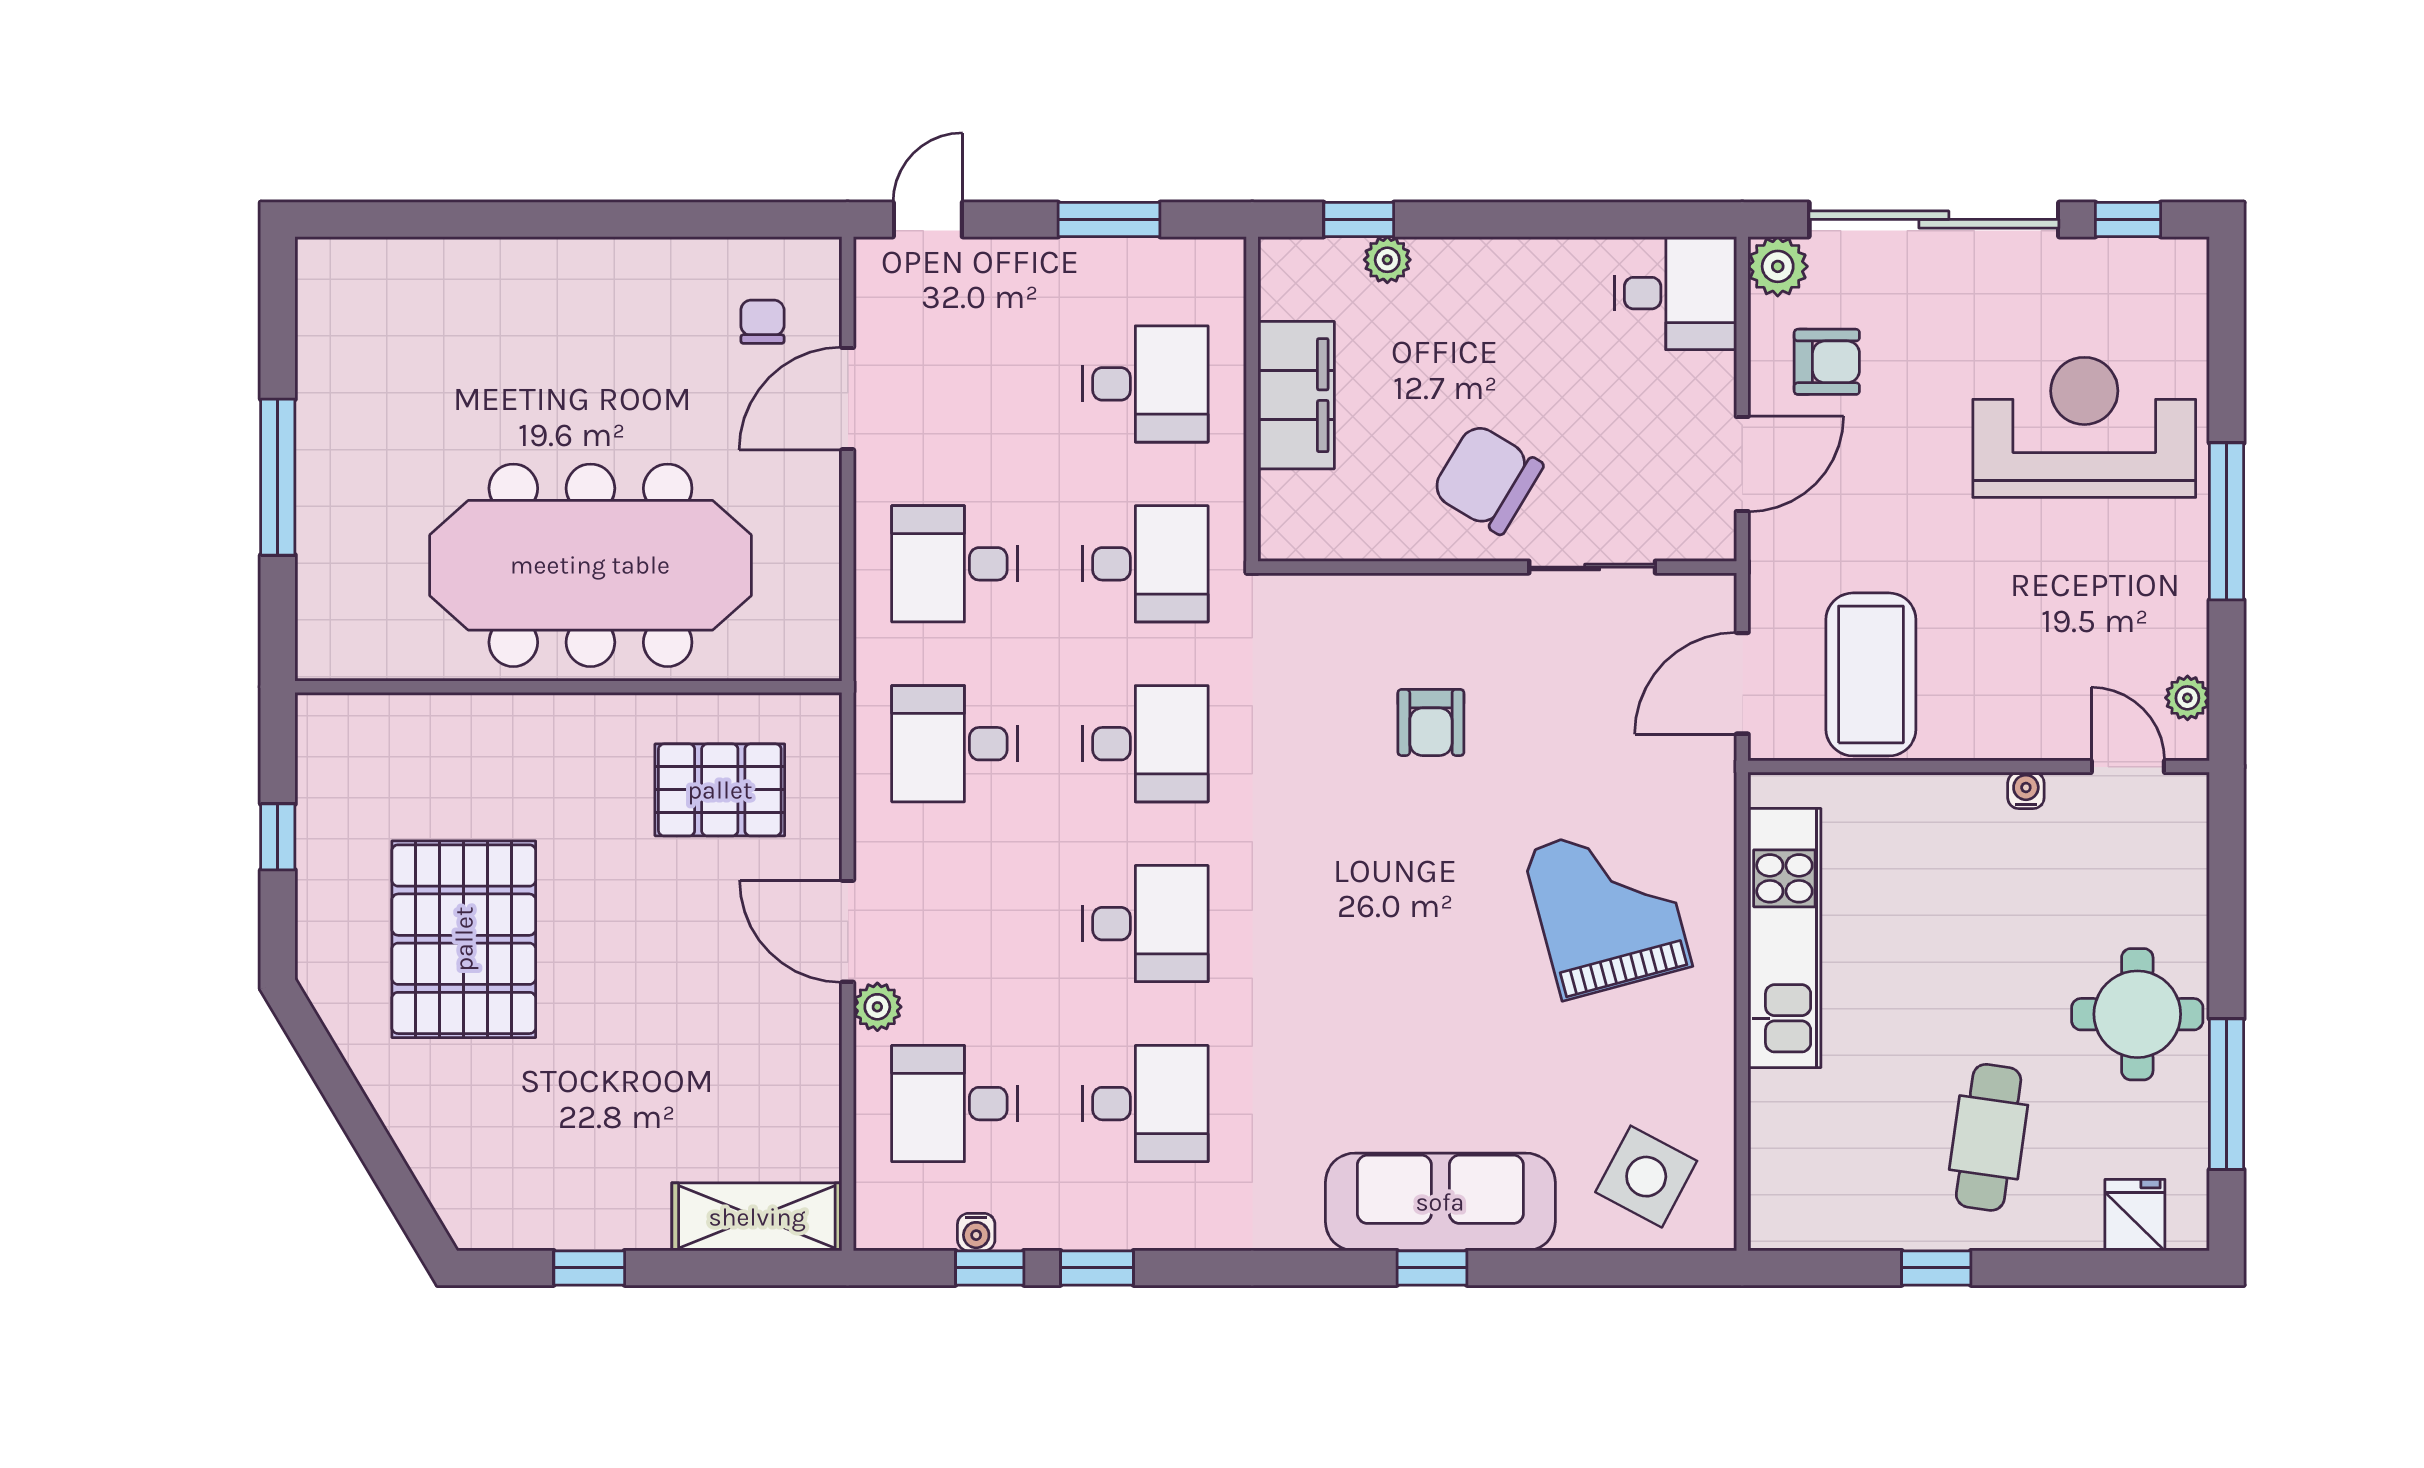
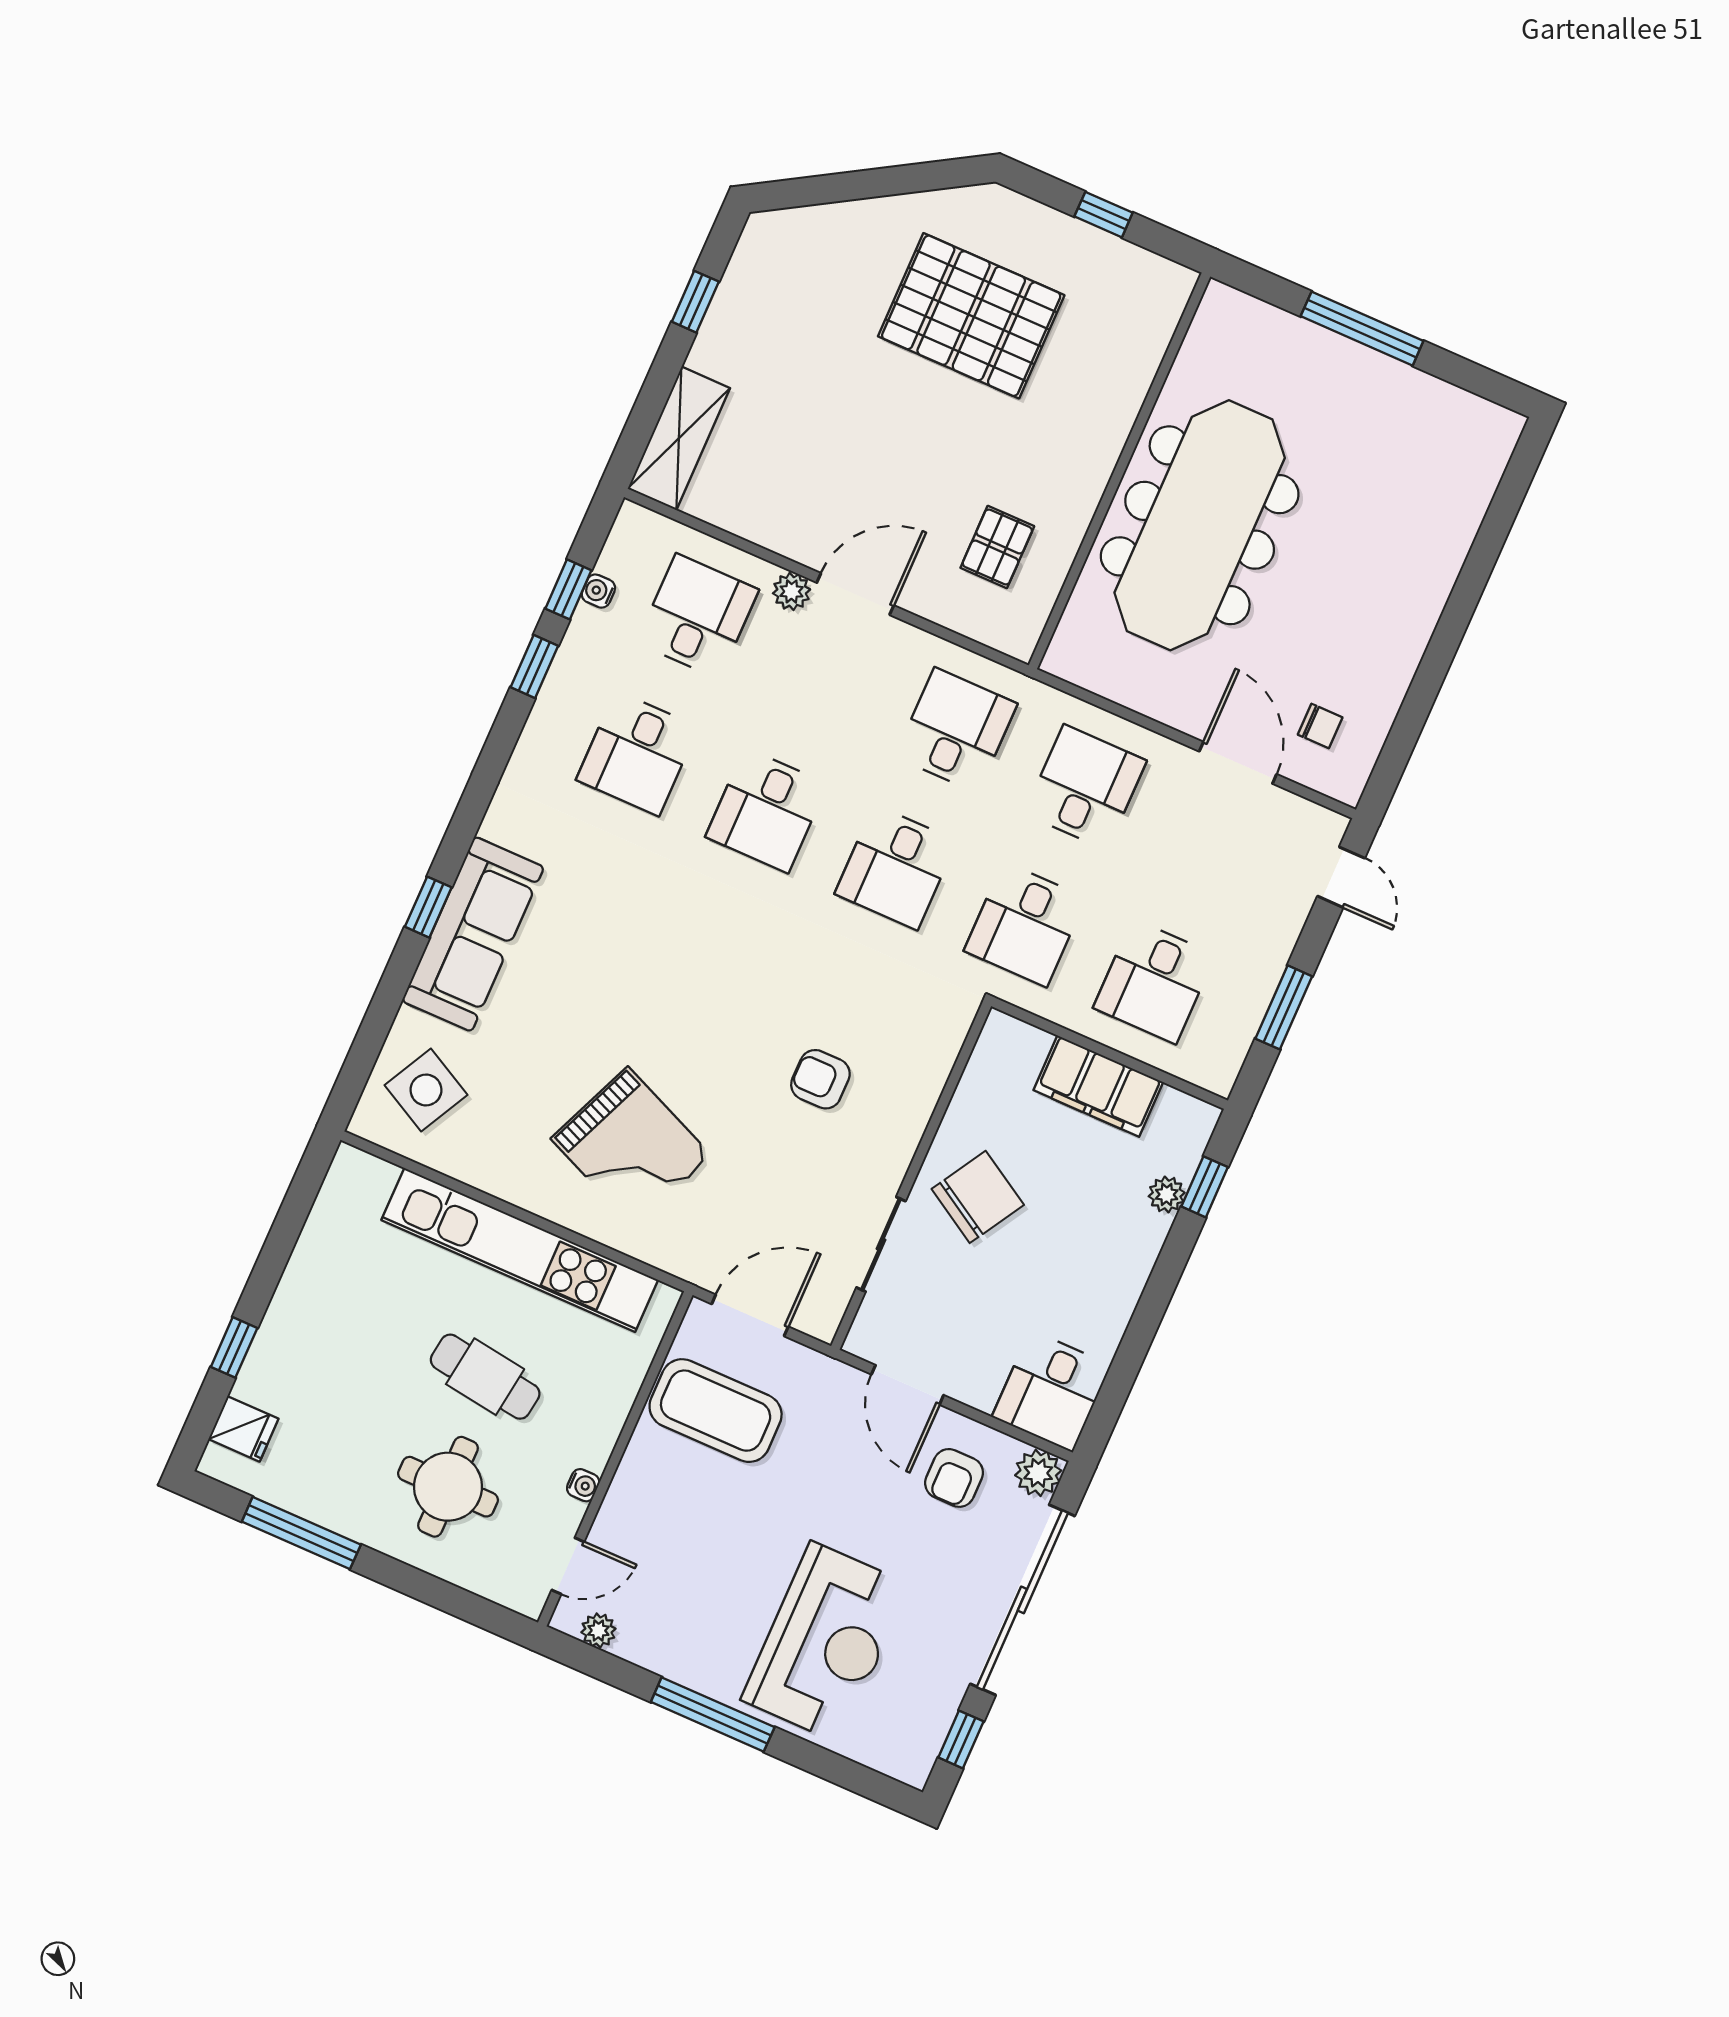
door: (1742, 683) -> (750, 1315), hinge flipped
pallet: (720, 790) -> (997, 547), width x0.67, depth x0.71
grand piano: (1607, 908) -> (631, 1147), turned 38
kitchen unit: (1784, 938) -> (520, 1250), width x1.36
round table: (2137, 1014) -> (448, 1487), moved
cafe table: (1989, 1137) -> (485, 1377), moved
window: (1936, 1268) -> (234, 1347), moved

